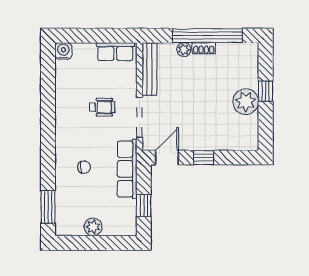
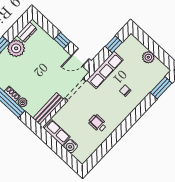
water cooler: (63, 51) -> (71, 146), moved
wheelchair: (102, 107) -> (98, 123), moved
dresser: (251, 130) -> (27, 32), added

